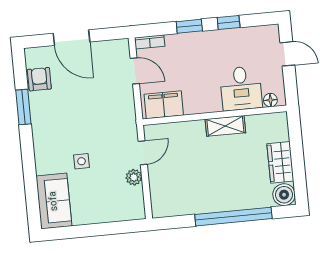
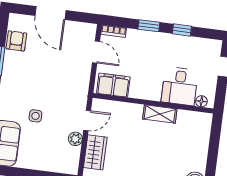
wardrobe: (280, 162) -> (95, 152), moved, turned 180

